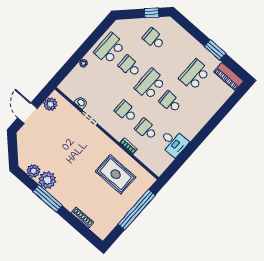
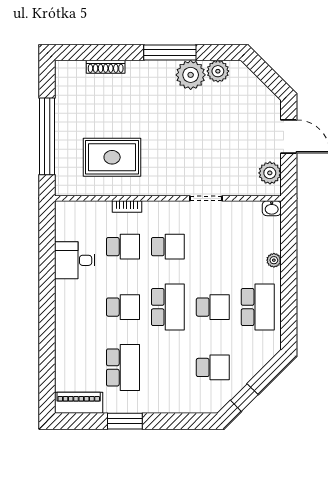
washbasin: (81, 103) -> (272, 208), moved

